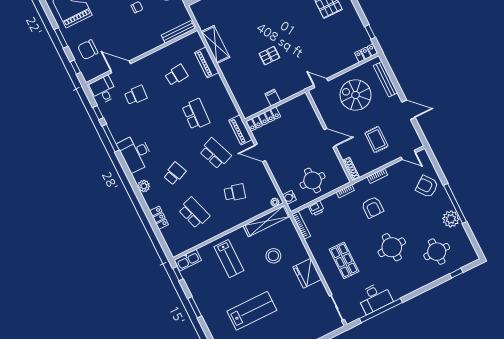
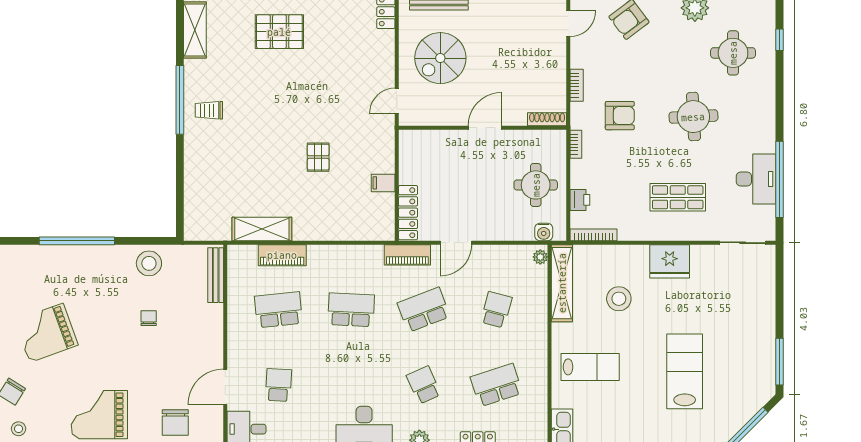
school desk: (176, 75) -> (278, 310), width x1.85
rug: (376, 139) -> (522, 60), removed

